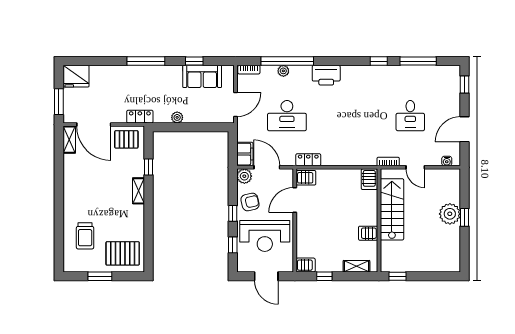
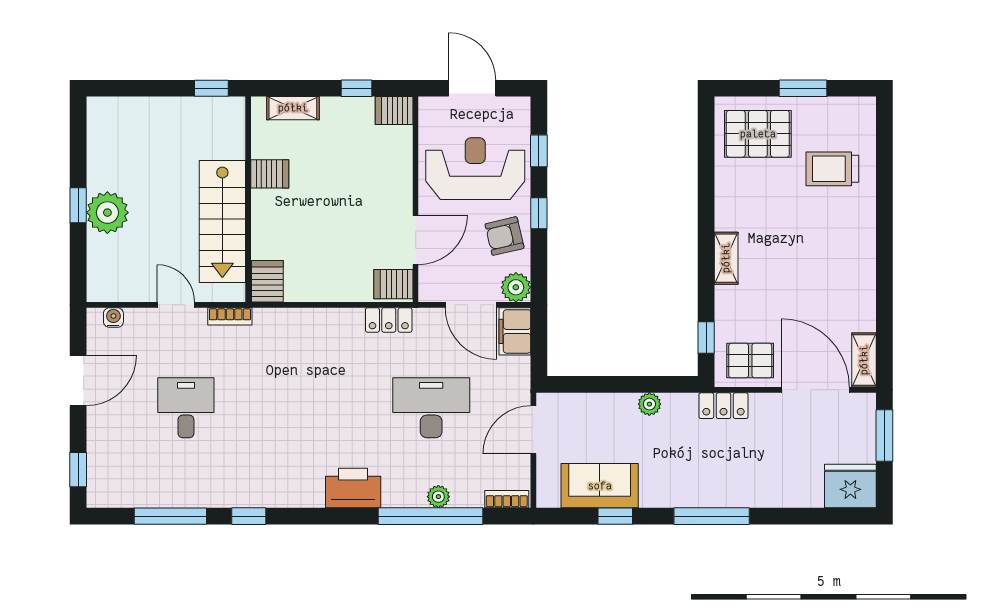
window: (149, 167) -> (706, 337), moved
trolley: (85, 236) -> (832, 169), turned -90

